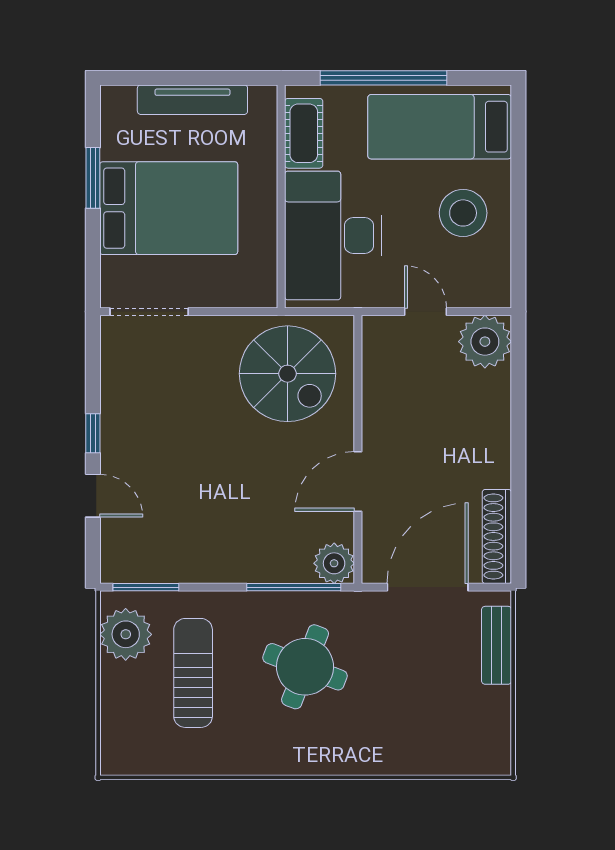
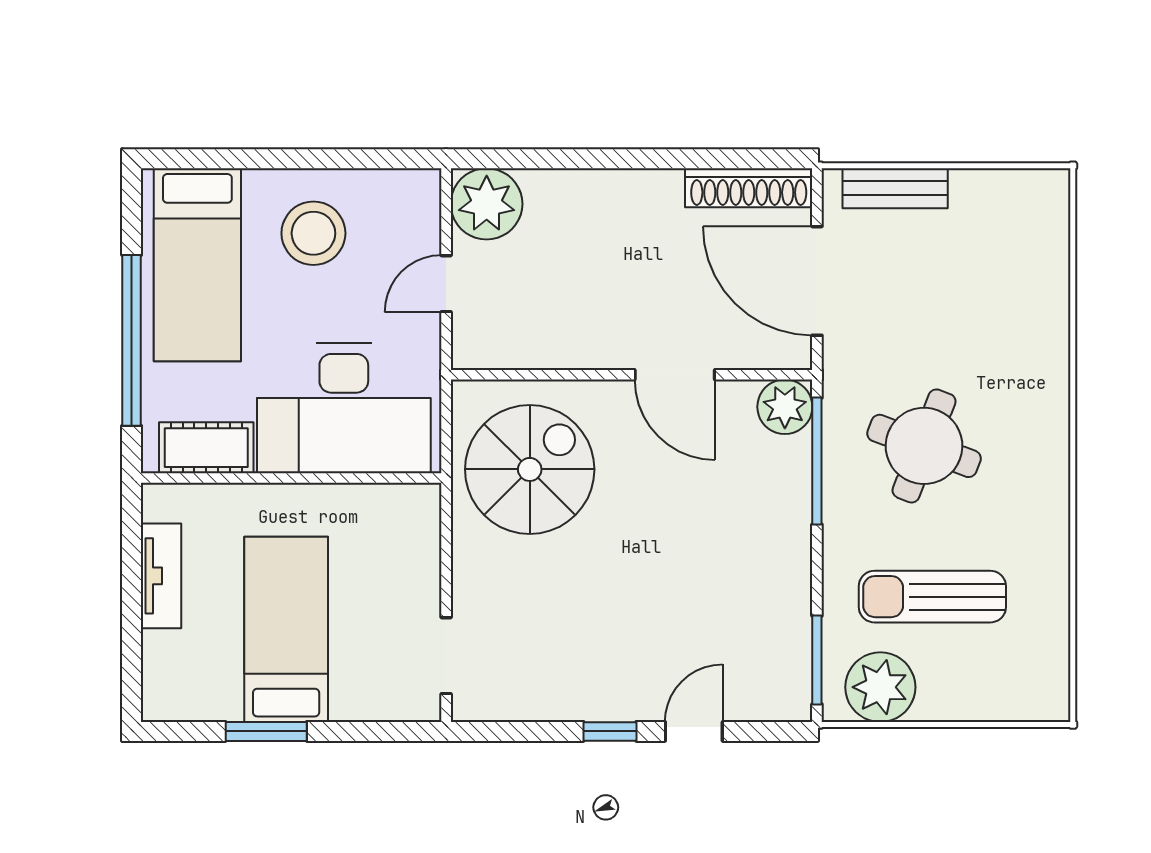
tv unit: (192, 100) -> (161, 576), width x0.71
bed: (169, 208) -> (286, 629), width x0.67
doorway: (149, 312) -> (446, 656), width x0.73

